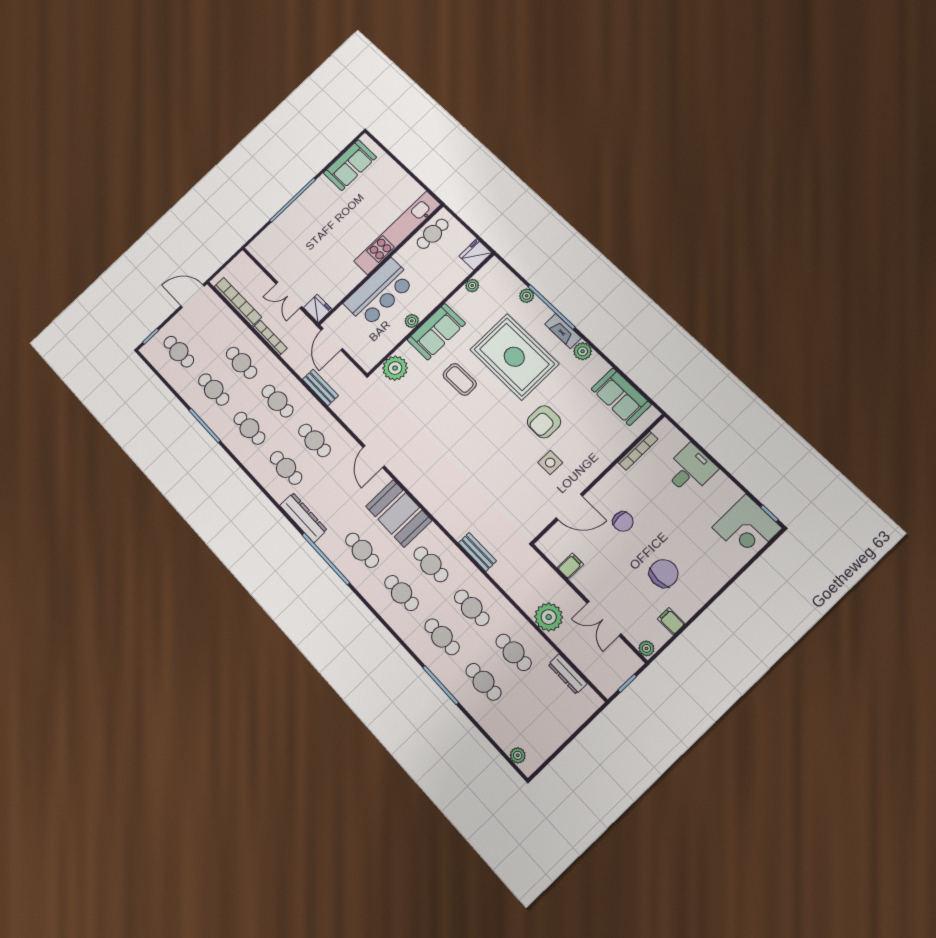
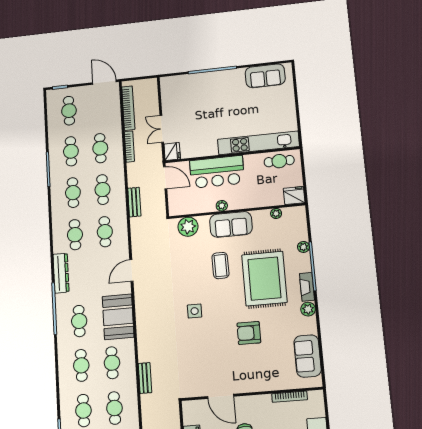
door: (332, 339) -> (165, 178), swing flipped
side table: (550, 463) -> (195, 311), moved

